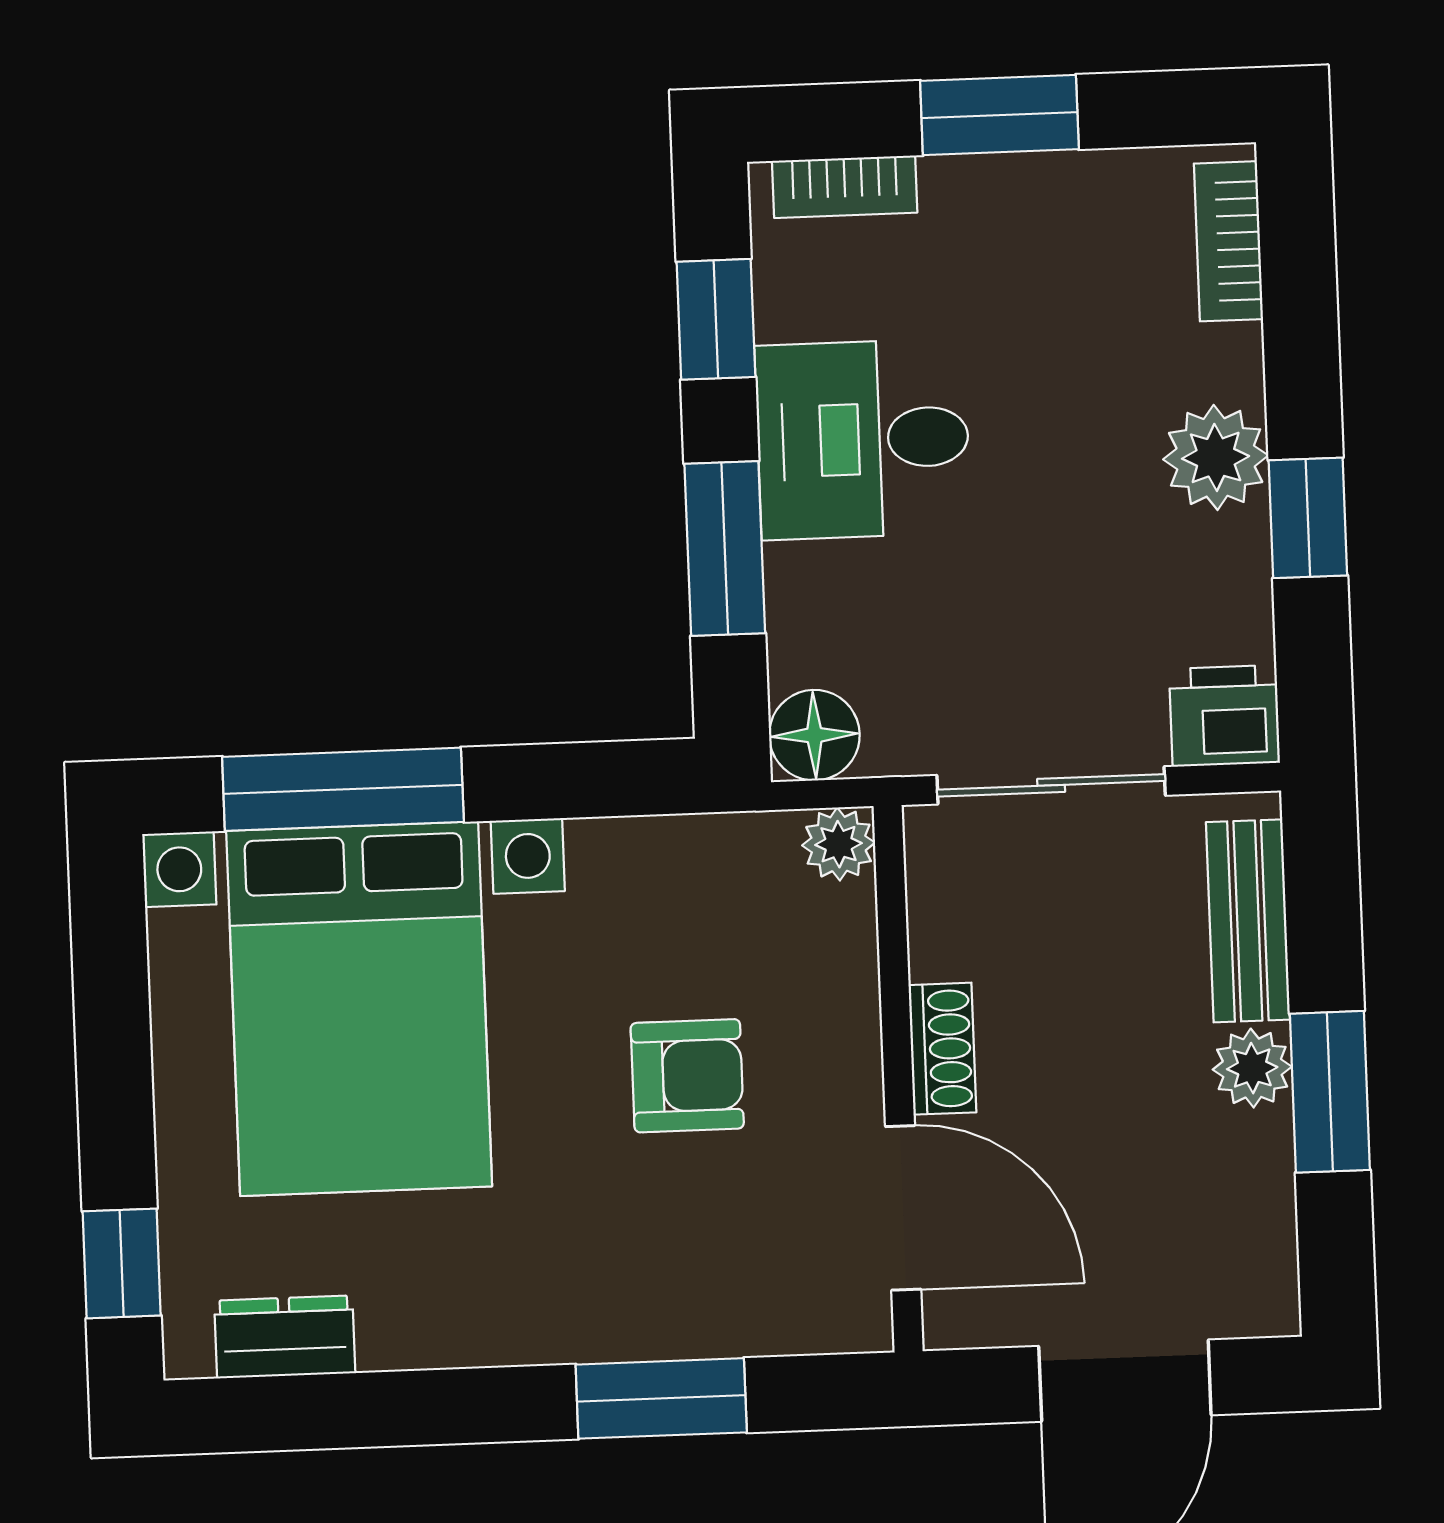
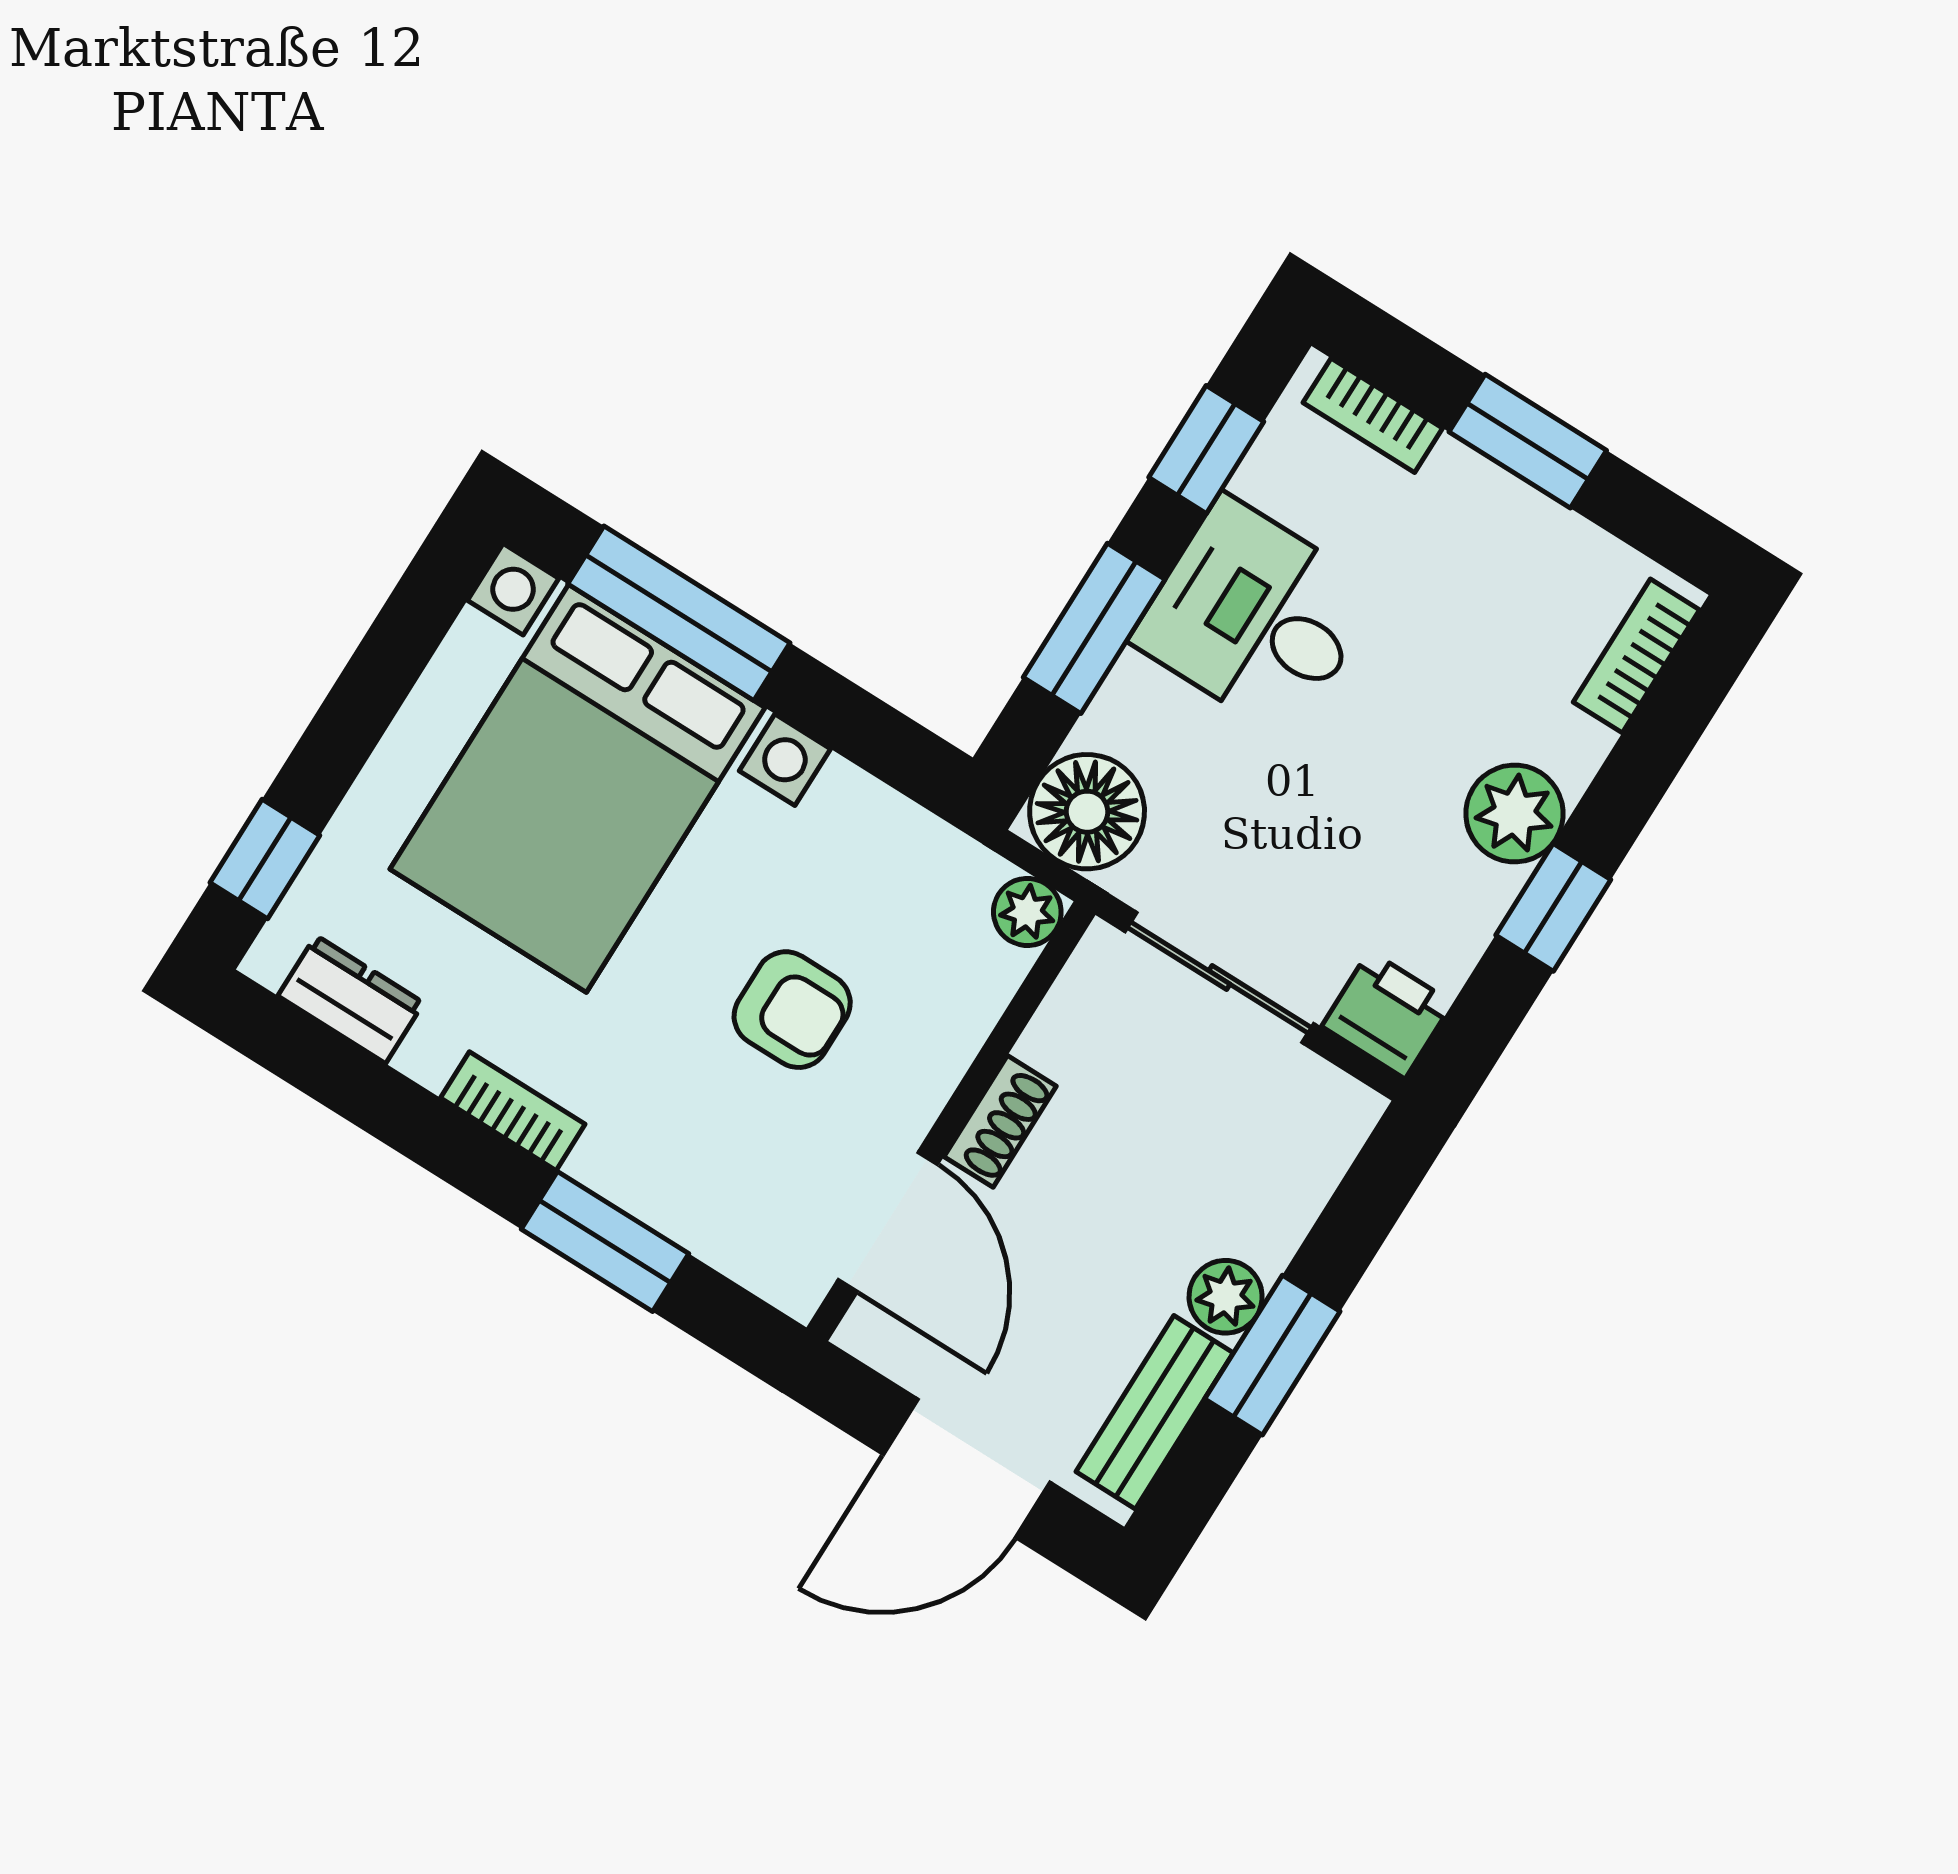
floor lamp: (814, 735) -> (1087, 812), width x1.38, depth x1.38
bench: (1248, 921) -> (1155, 1412), moved
bookcase: (499, 1338) -> (513, 1111), added

